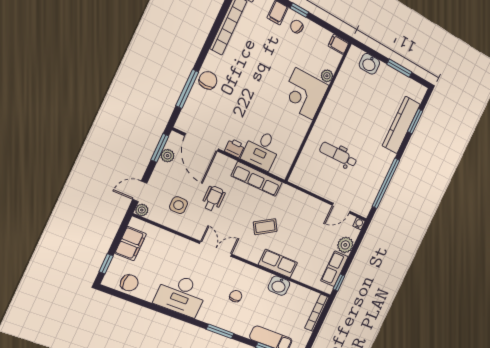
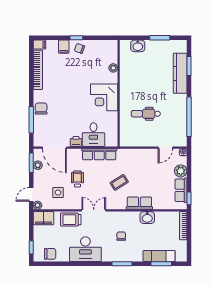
filing cabinet: (339, 44) -> (111, 45), removed
corner desk: (304, 94) -> (104, 97), moved
filing cabinet: (131, 244) -> (43, 218), moved, turned 90
trolley: (179, 248) -> (71, 220), added

